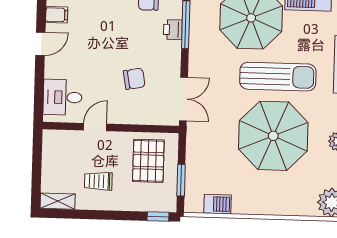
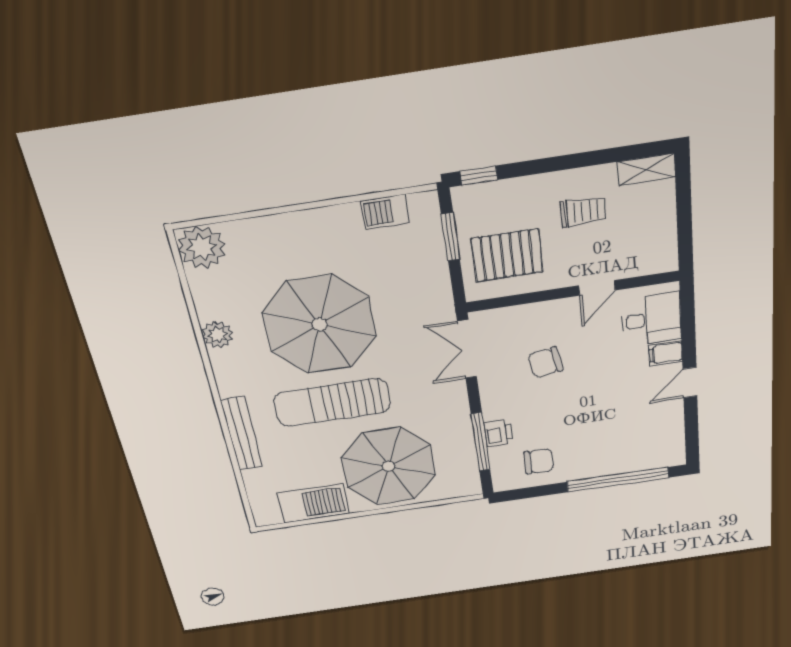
filing cabinet: (57, 15) -> (666, 353), moved
pallet: (148, 161) -> (507, 255), turned 90

